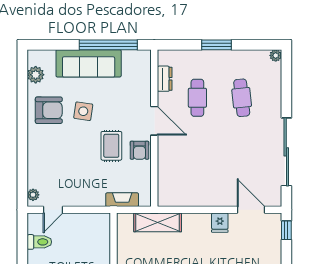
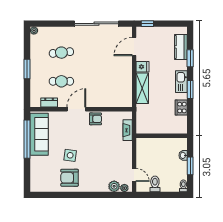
sofa: (89, 63) -> (39, 134), moved
plant: (36, 75) -> (114, 186), moved
armchair: (49, 110) -> (70, 178), turned -90
rug: (111, 146) -> (93, 137), removed
shelving: (158, 222) -> (142, 88), moved

